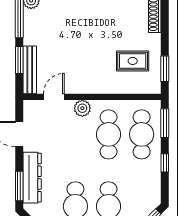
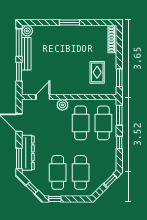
rug: (133, 61) -> (97, 72), turned 90
bench: (30, 70) -> (26, 54), moved

